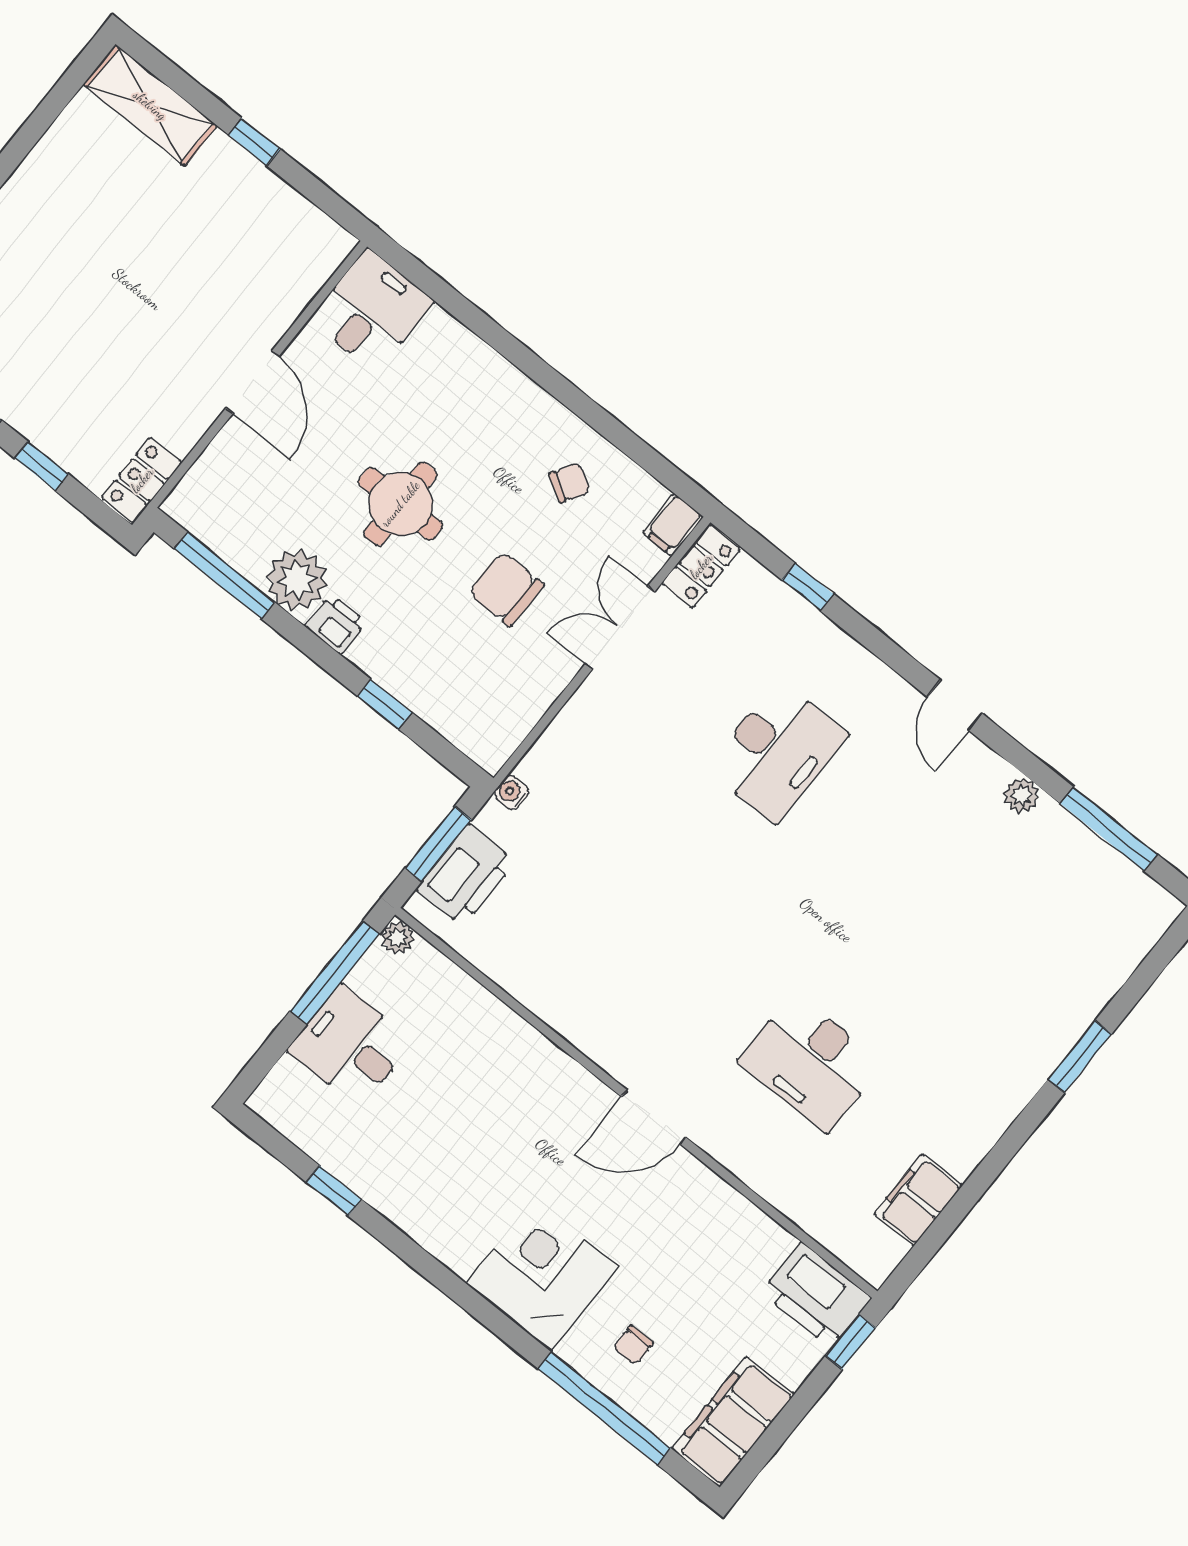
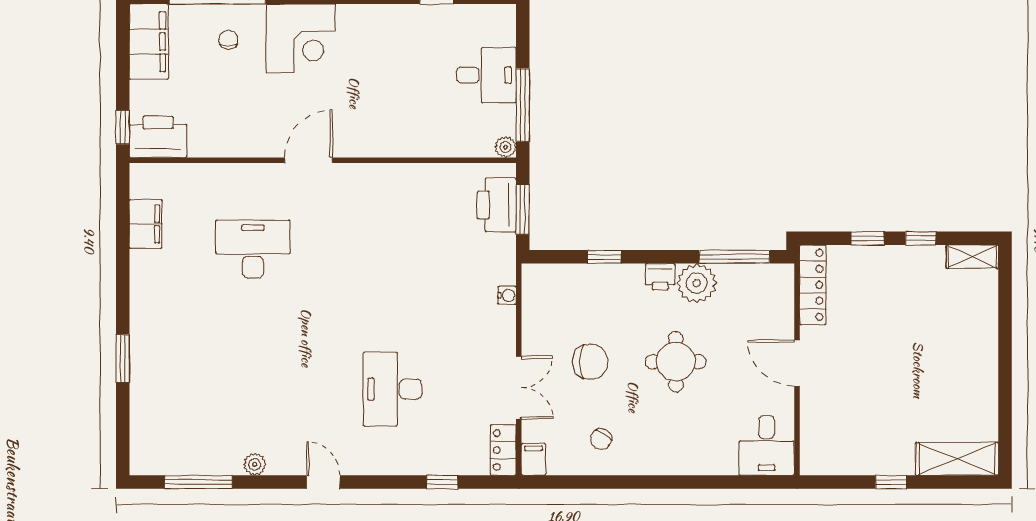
locker: (142, 480) -> (813, 285), width x1.53
water cooler: (511, 793) -> (507, 295), moved

